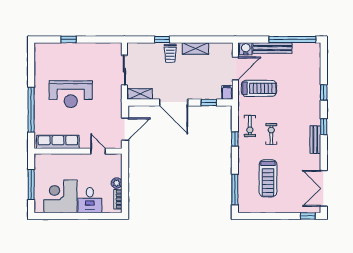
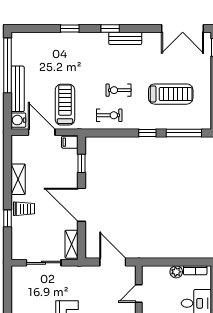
door: (174, 102) -> (82, 205), swing flipped
window: (235, 139) -> (147, 133), moved

